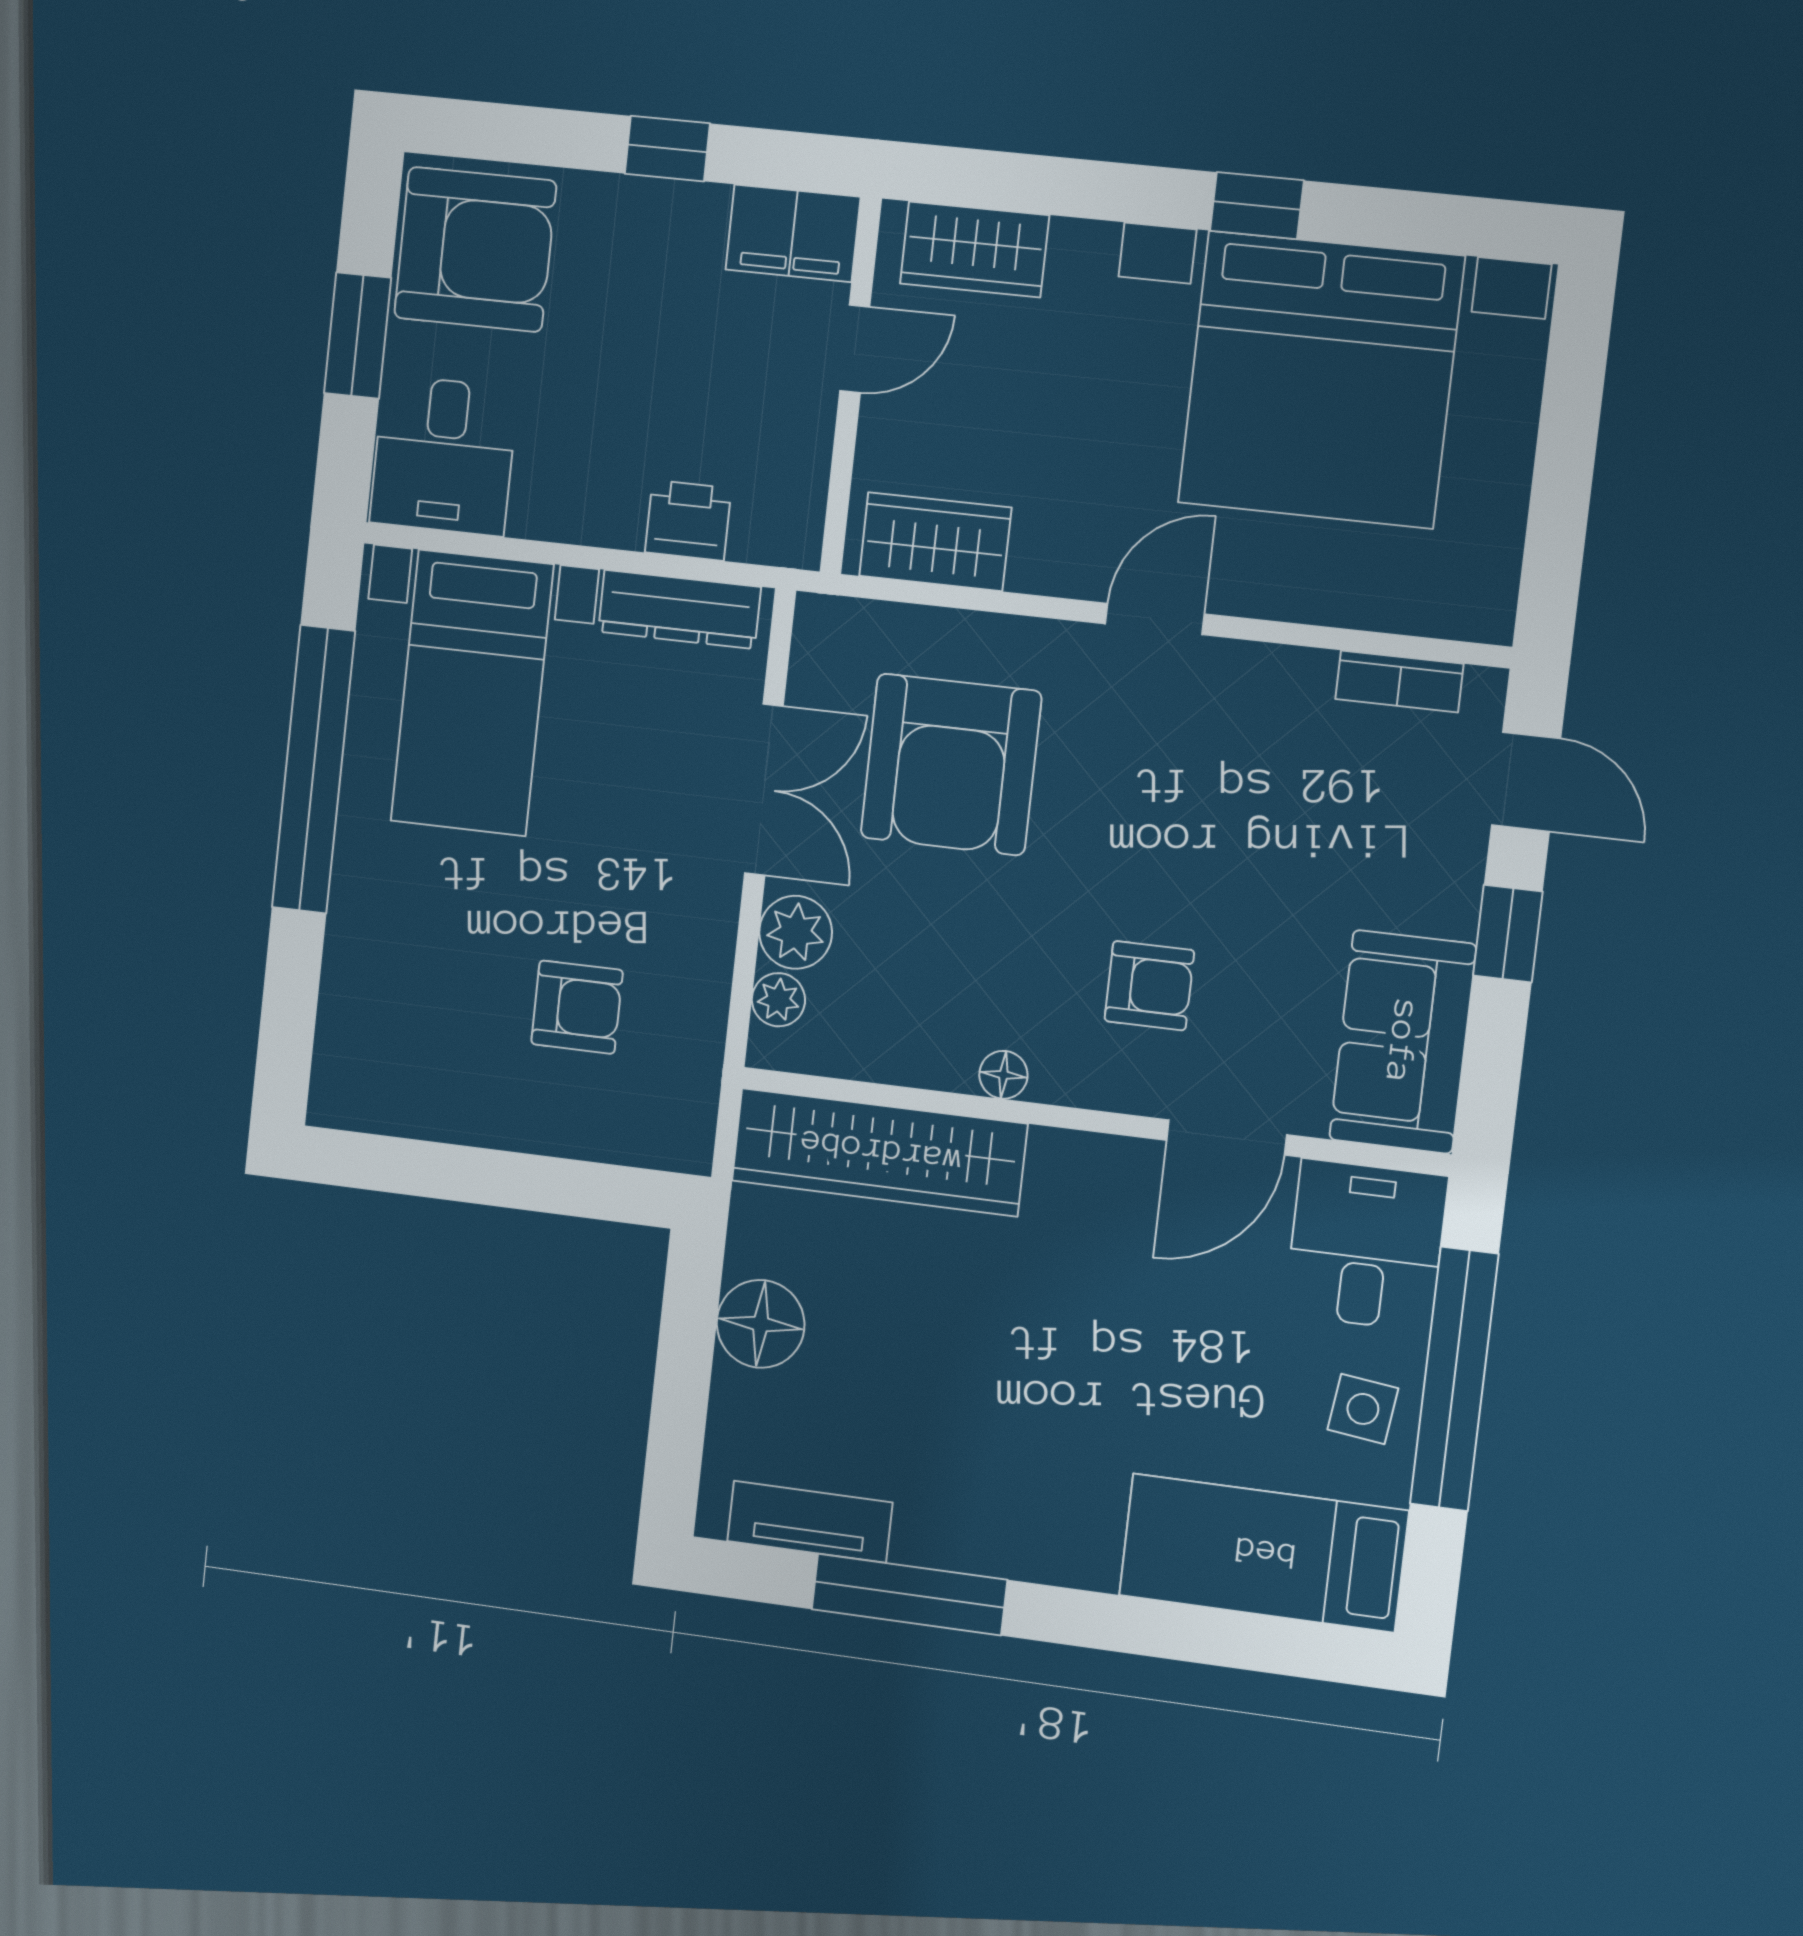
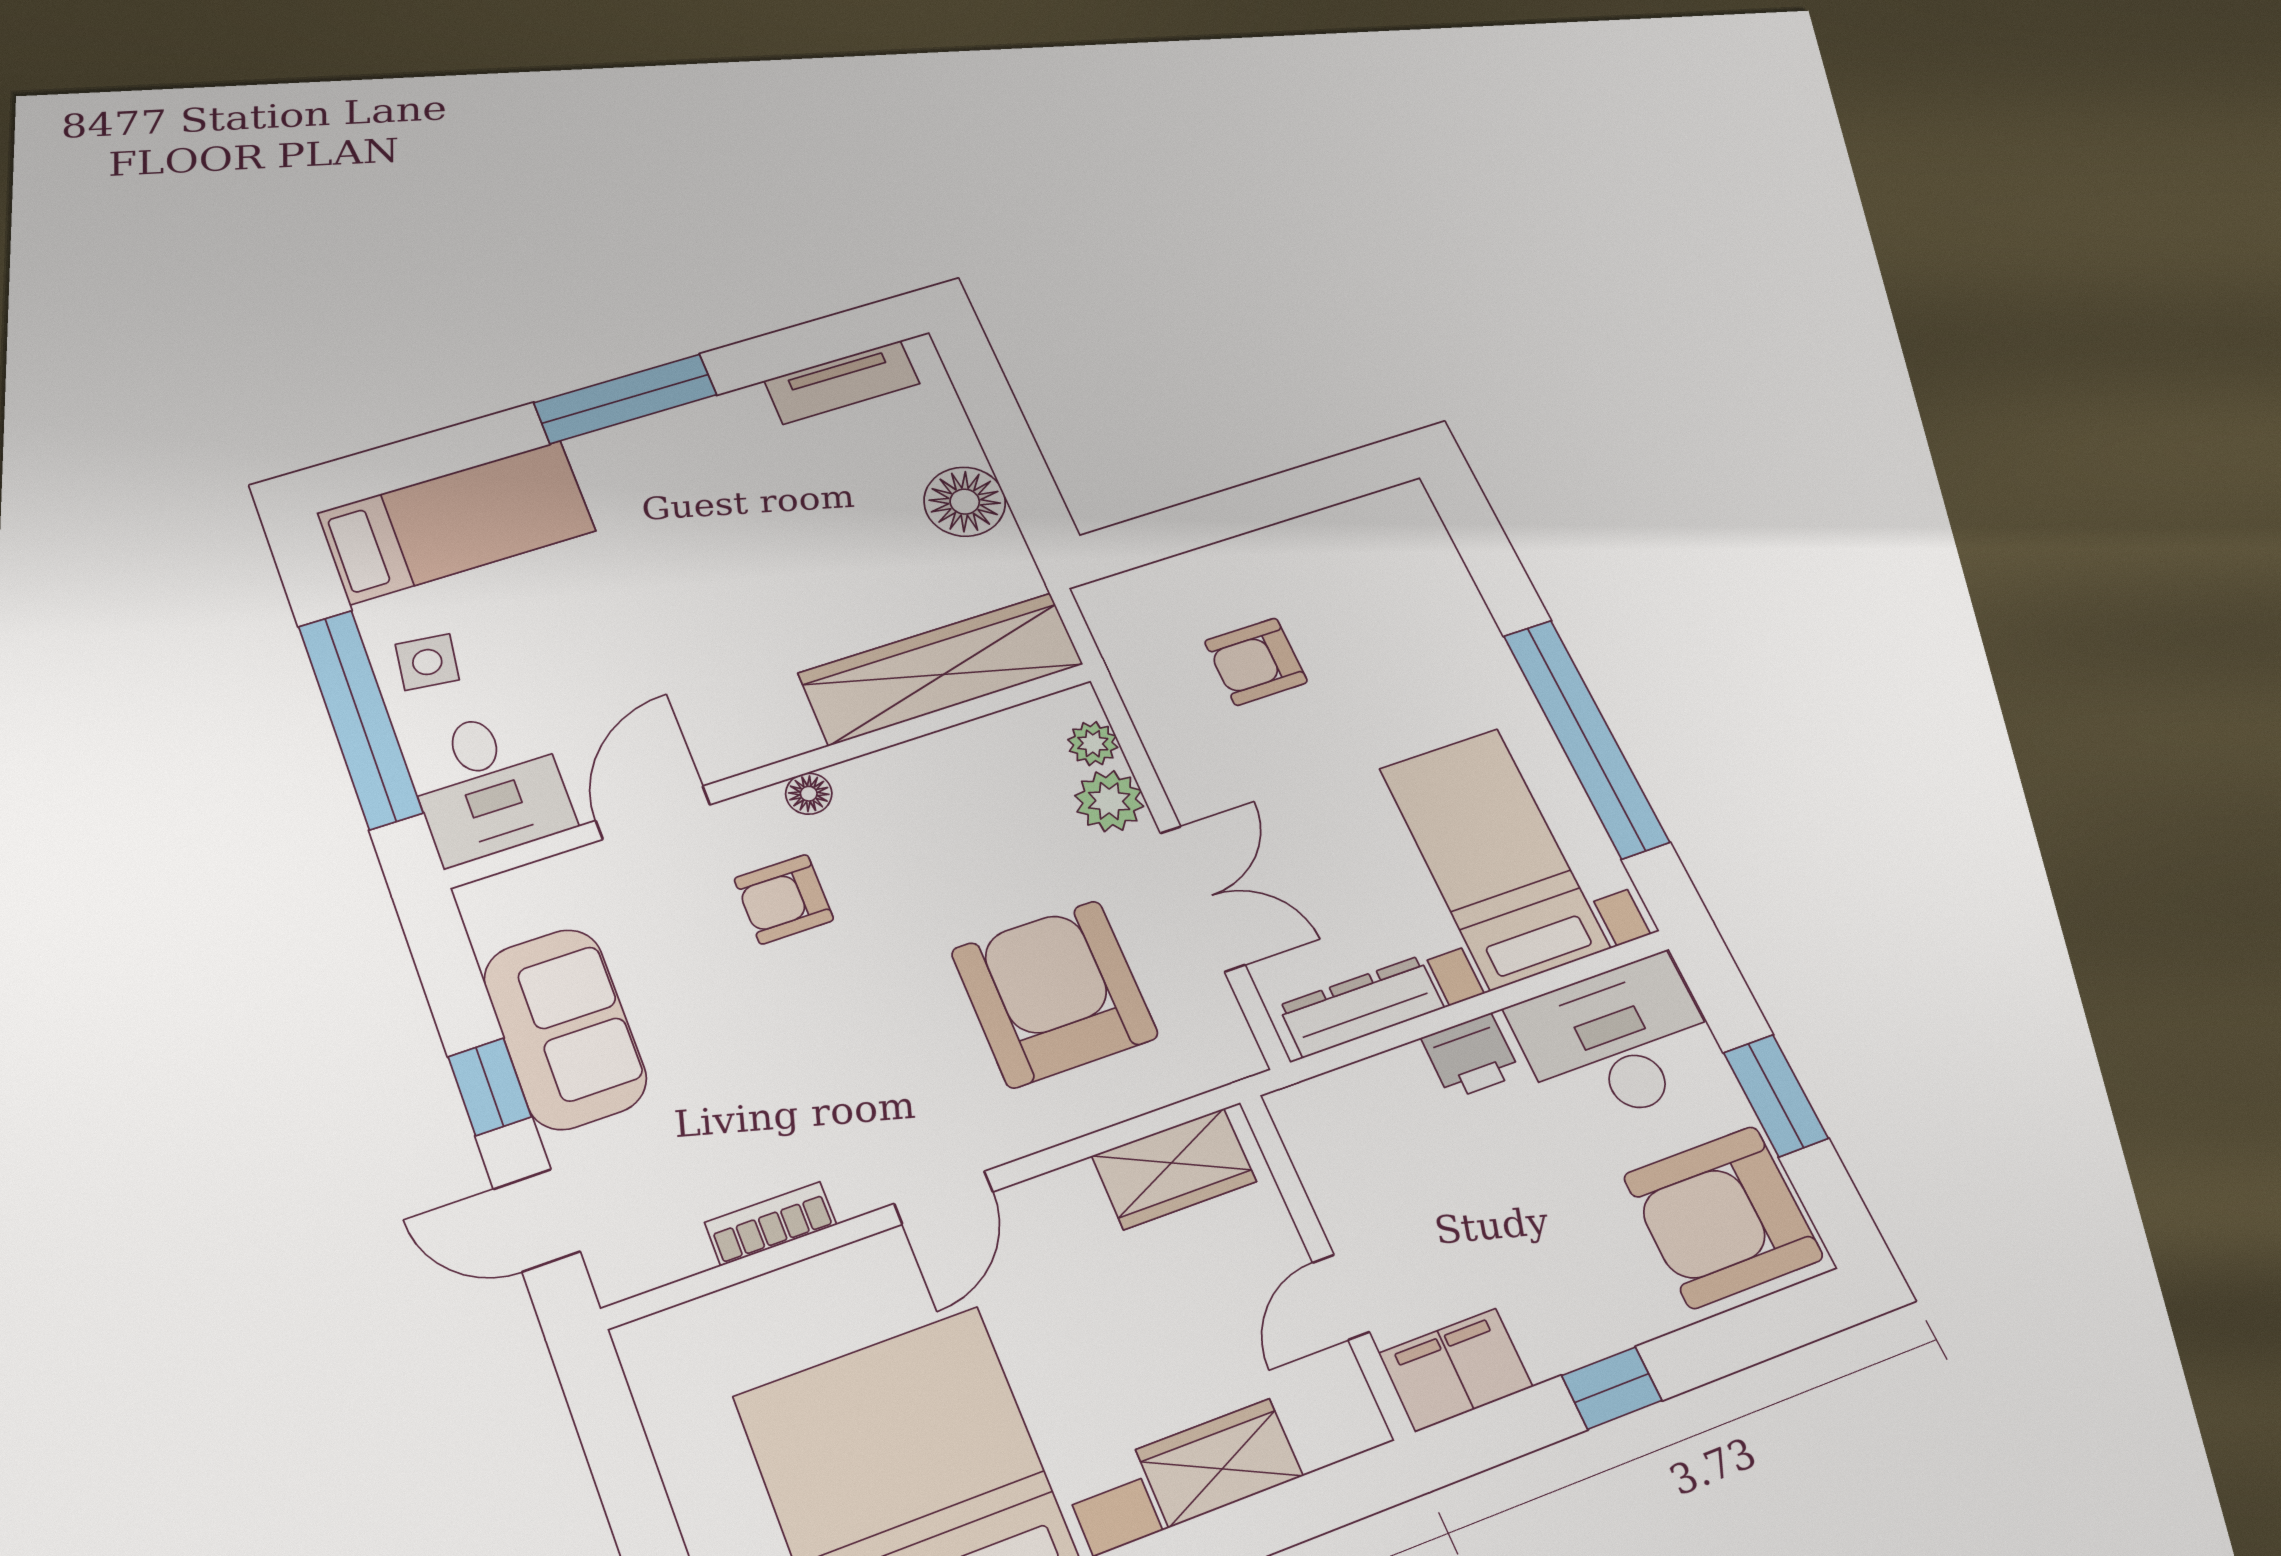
wardrobe: (975, 249) -> (1219, 1463), moved
desk: (444, 455) -> (1617, 1042), width x1.37
printer: (688, 520) -> (1471, 1056), moved
bookcase: (1399, 681) -> (771, 1224), moved
double door: (764, 790) -> (1202, 898), swing flipped
sofa: (1403, 1042) -> (565, 1029), moved
floor lamp: (1003, 1075) -> (809, 794), moved
window: (909, 1595) -> (625, 399), moved

